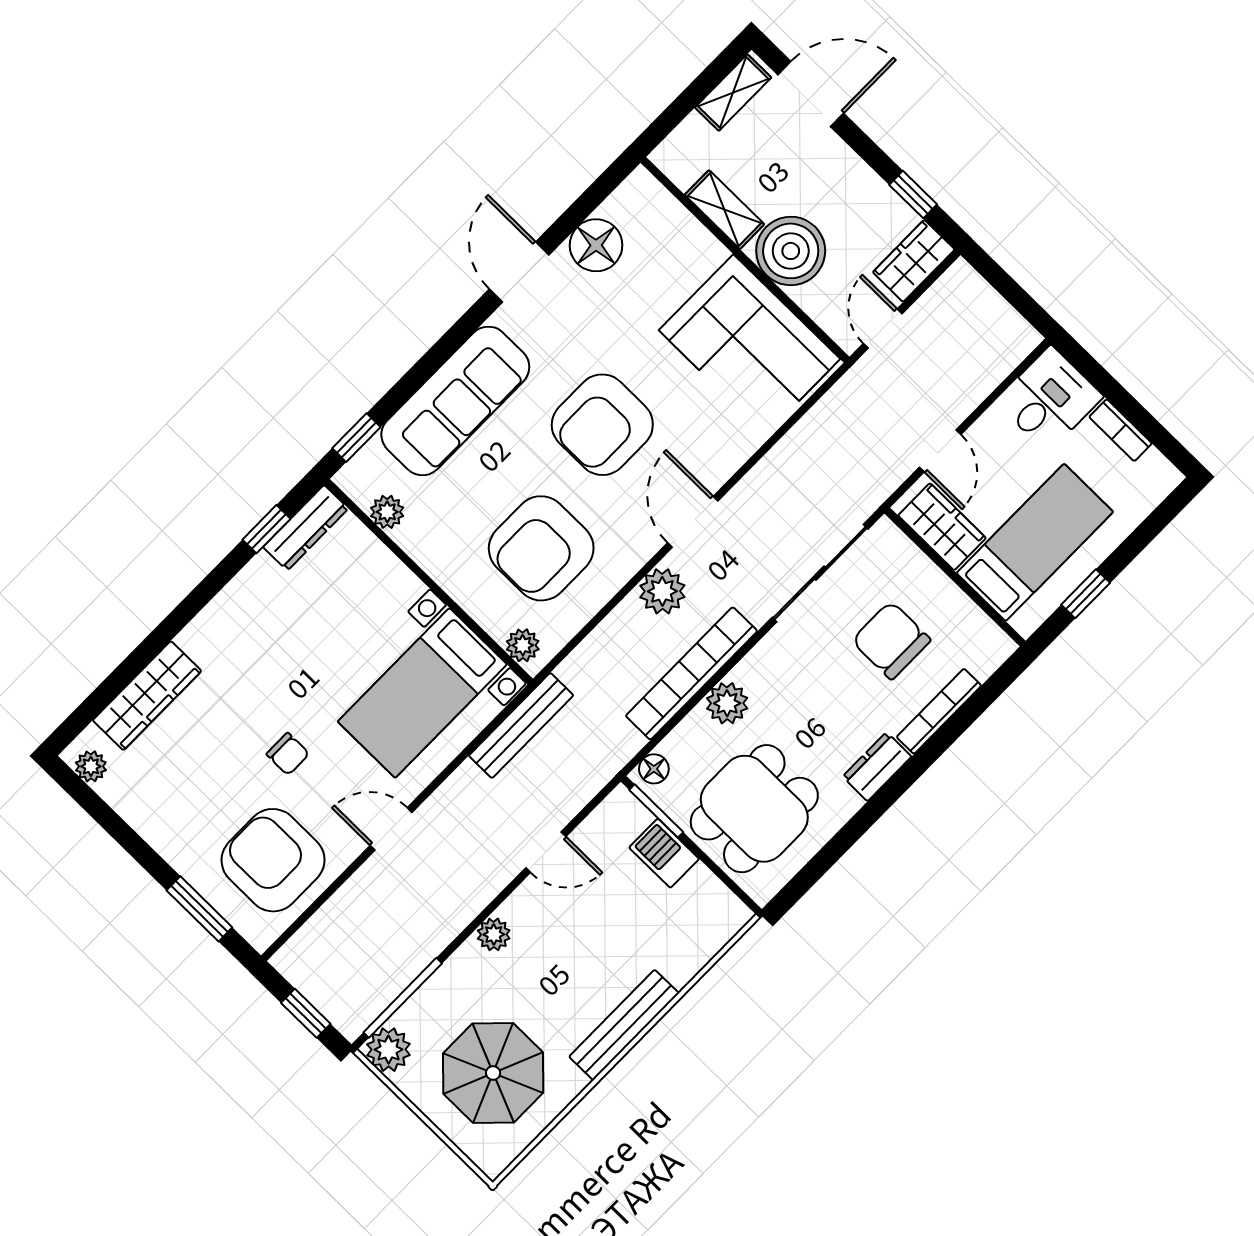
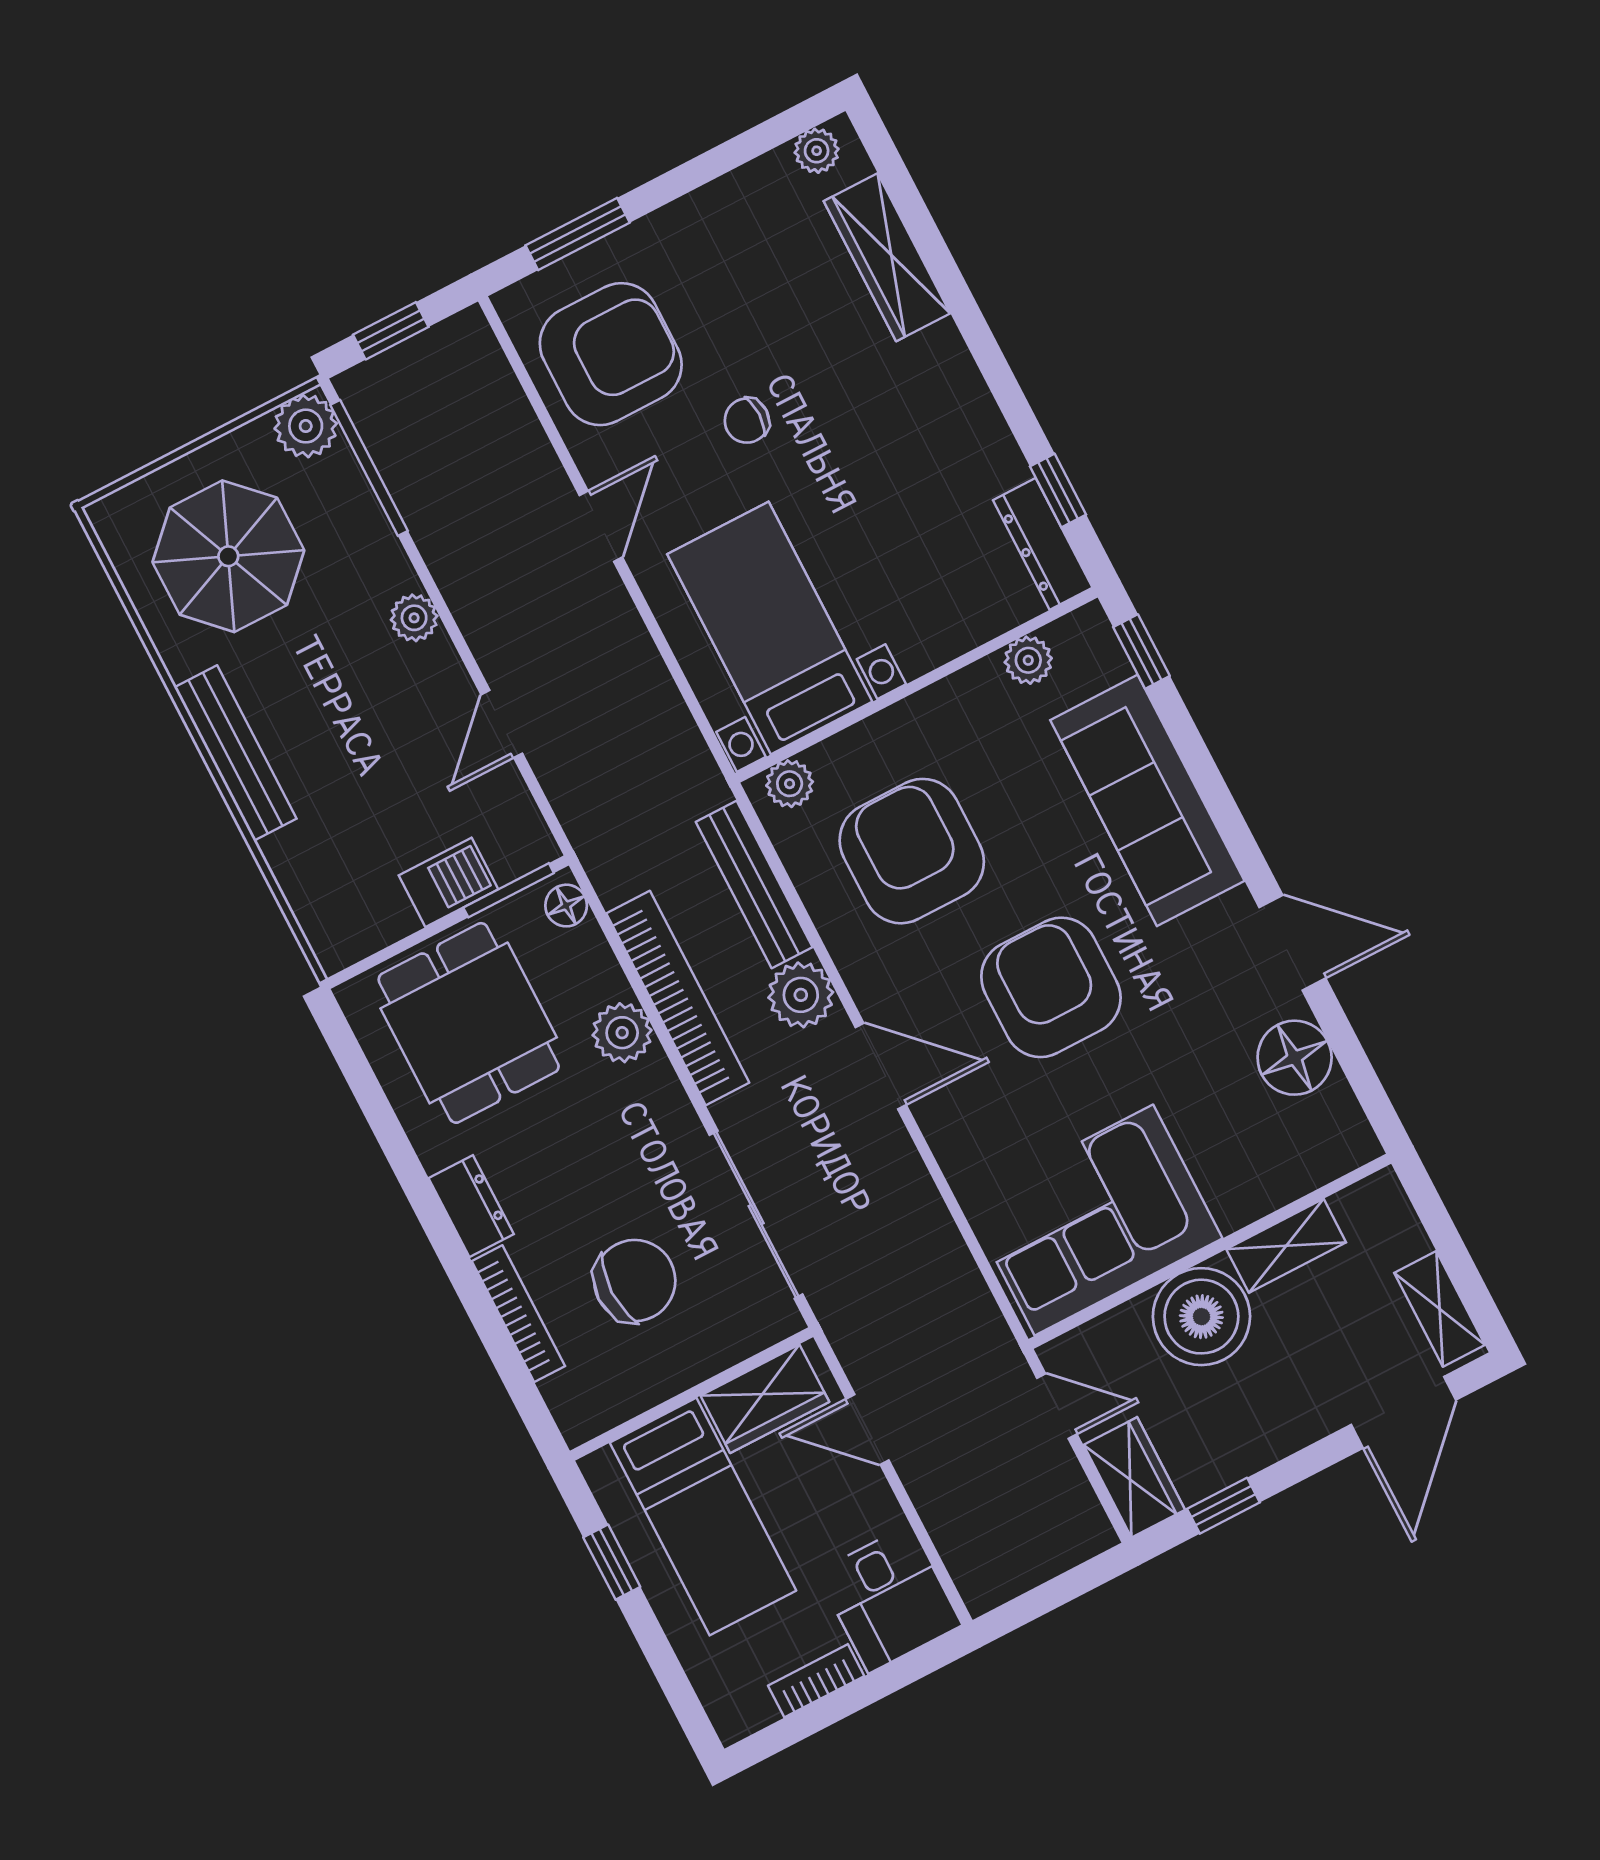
bench: (521, 726) -> (754, 884), moved

